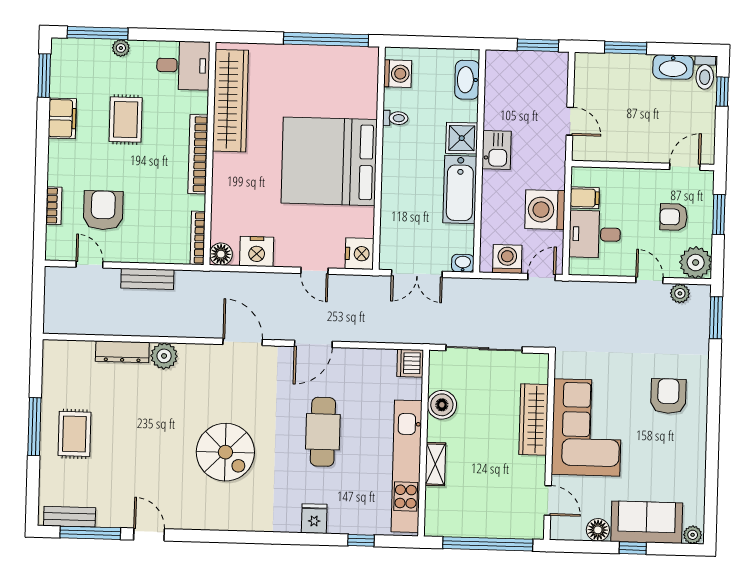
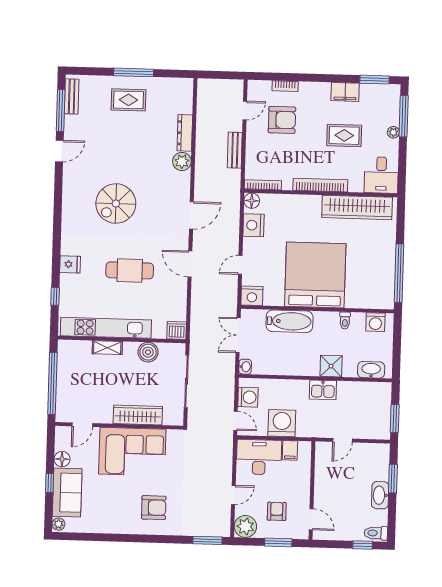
washbasin: (673, 67) -> (380, 495), moved
bathtub: (460, 189) -> (289, 321), moved, turned 180
desk: (595, 234) -> (259, 457), width x1.37
plant: (680, 293) -> (224, 516), removed

